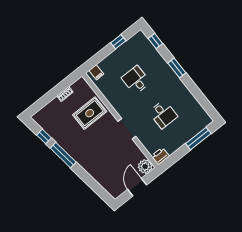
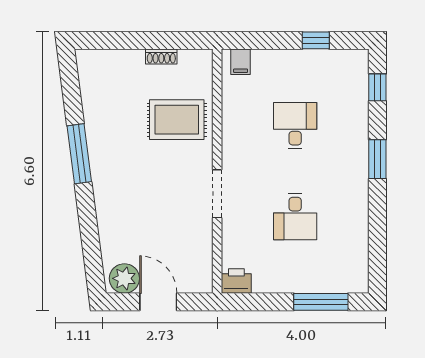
window: (44, 136) -> (72, 98), removed
plant: (145, 167) -> (124, 278), moved
door: (137, 187) -> (158, 302), hinge flipped

